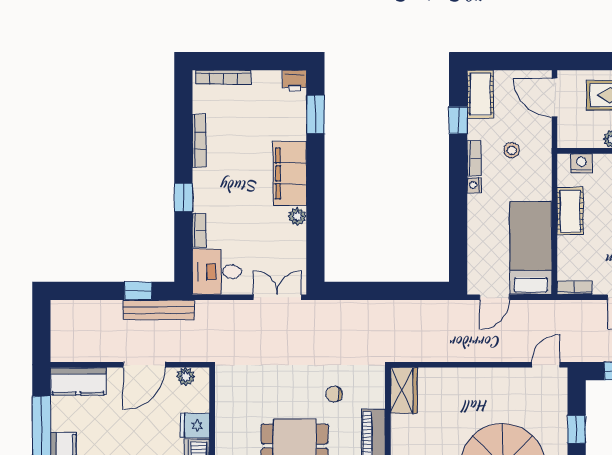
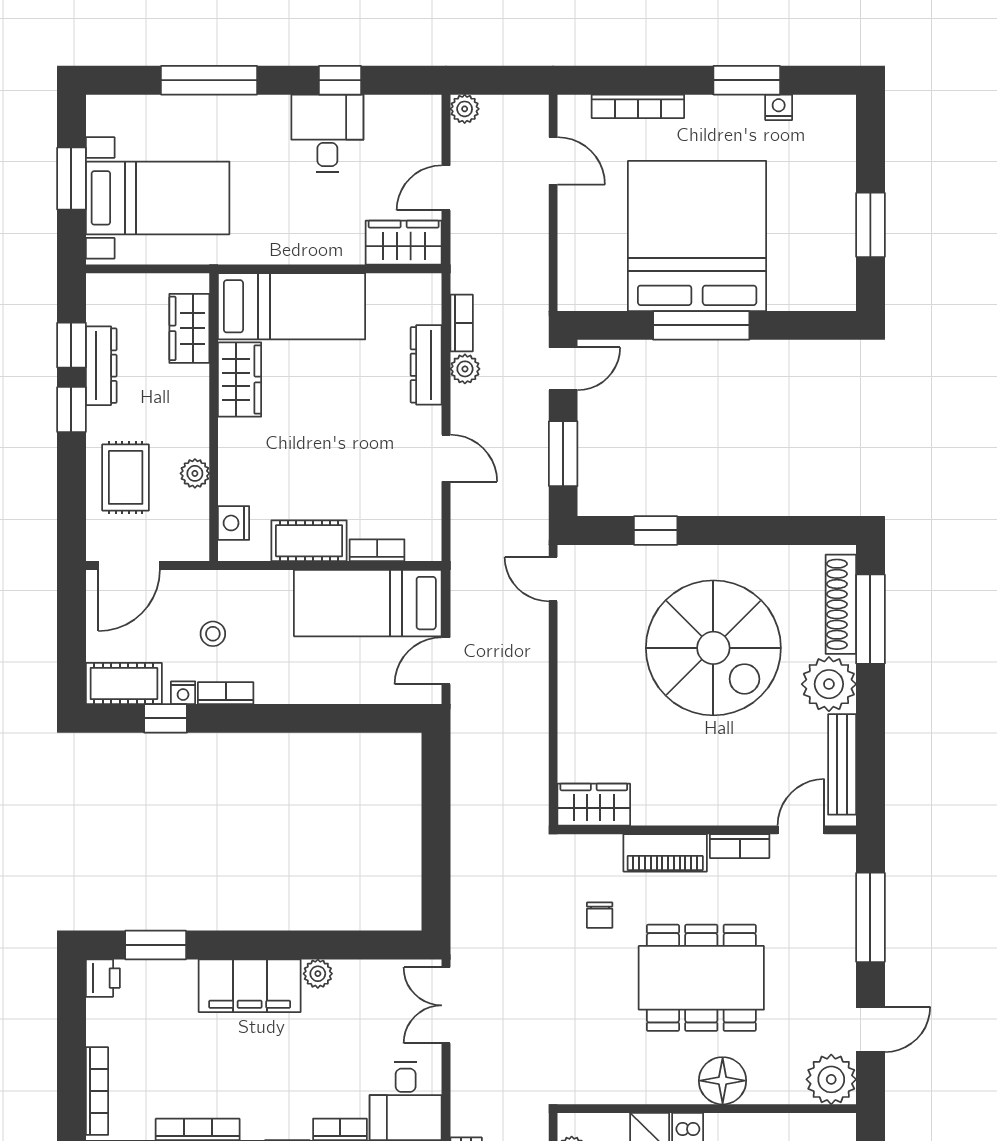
nightstand: (474, 185) -> (183, 693), moved
bookcase: (575, 288) -> (377, 550), moved, turned 90
door: (494, 297) -> (446, 661), swing flipped

